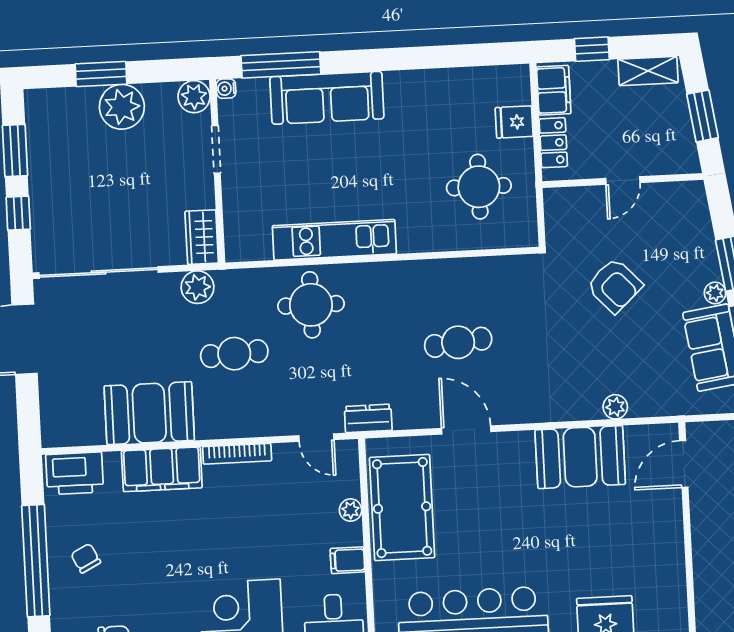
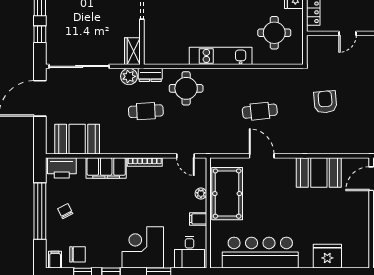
kitchen unit: (334, 240) -> (221, 56), moved
armchair: (615, 286) -> (325, 102), moved, turned -142
plant: (615, 407) -> (338, 148), removed
booth: (149, 413) -> (77, 139), moved
dresser: (368, 418) -> (150, 75), moved, turned 180

